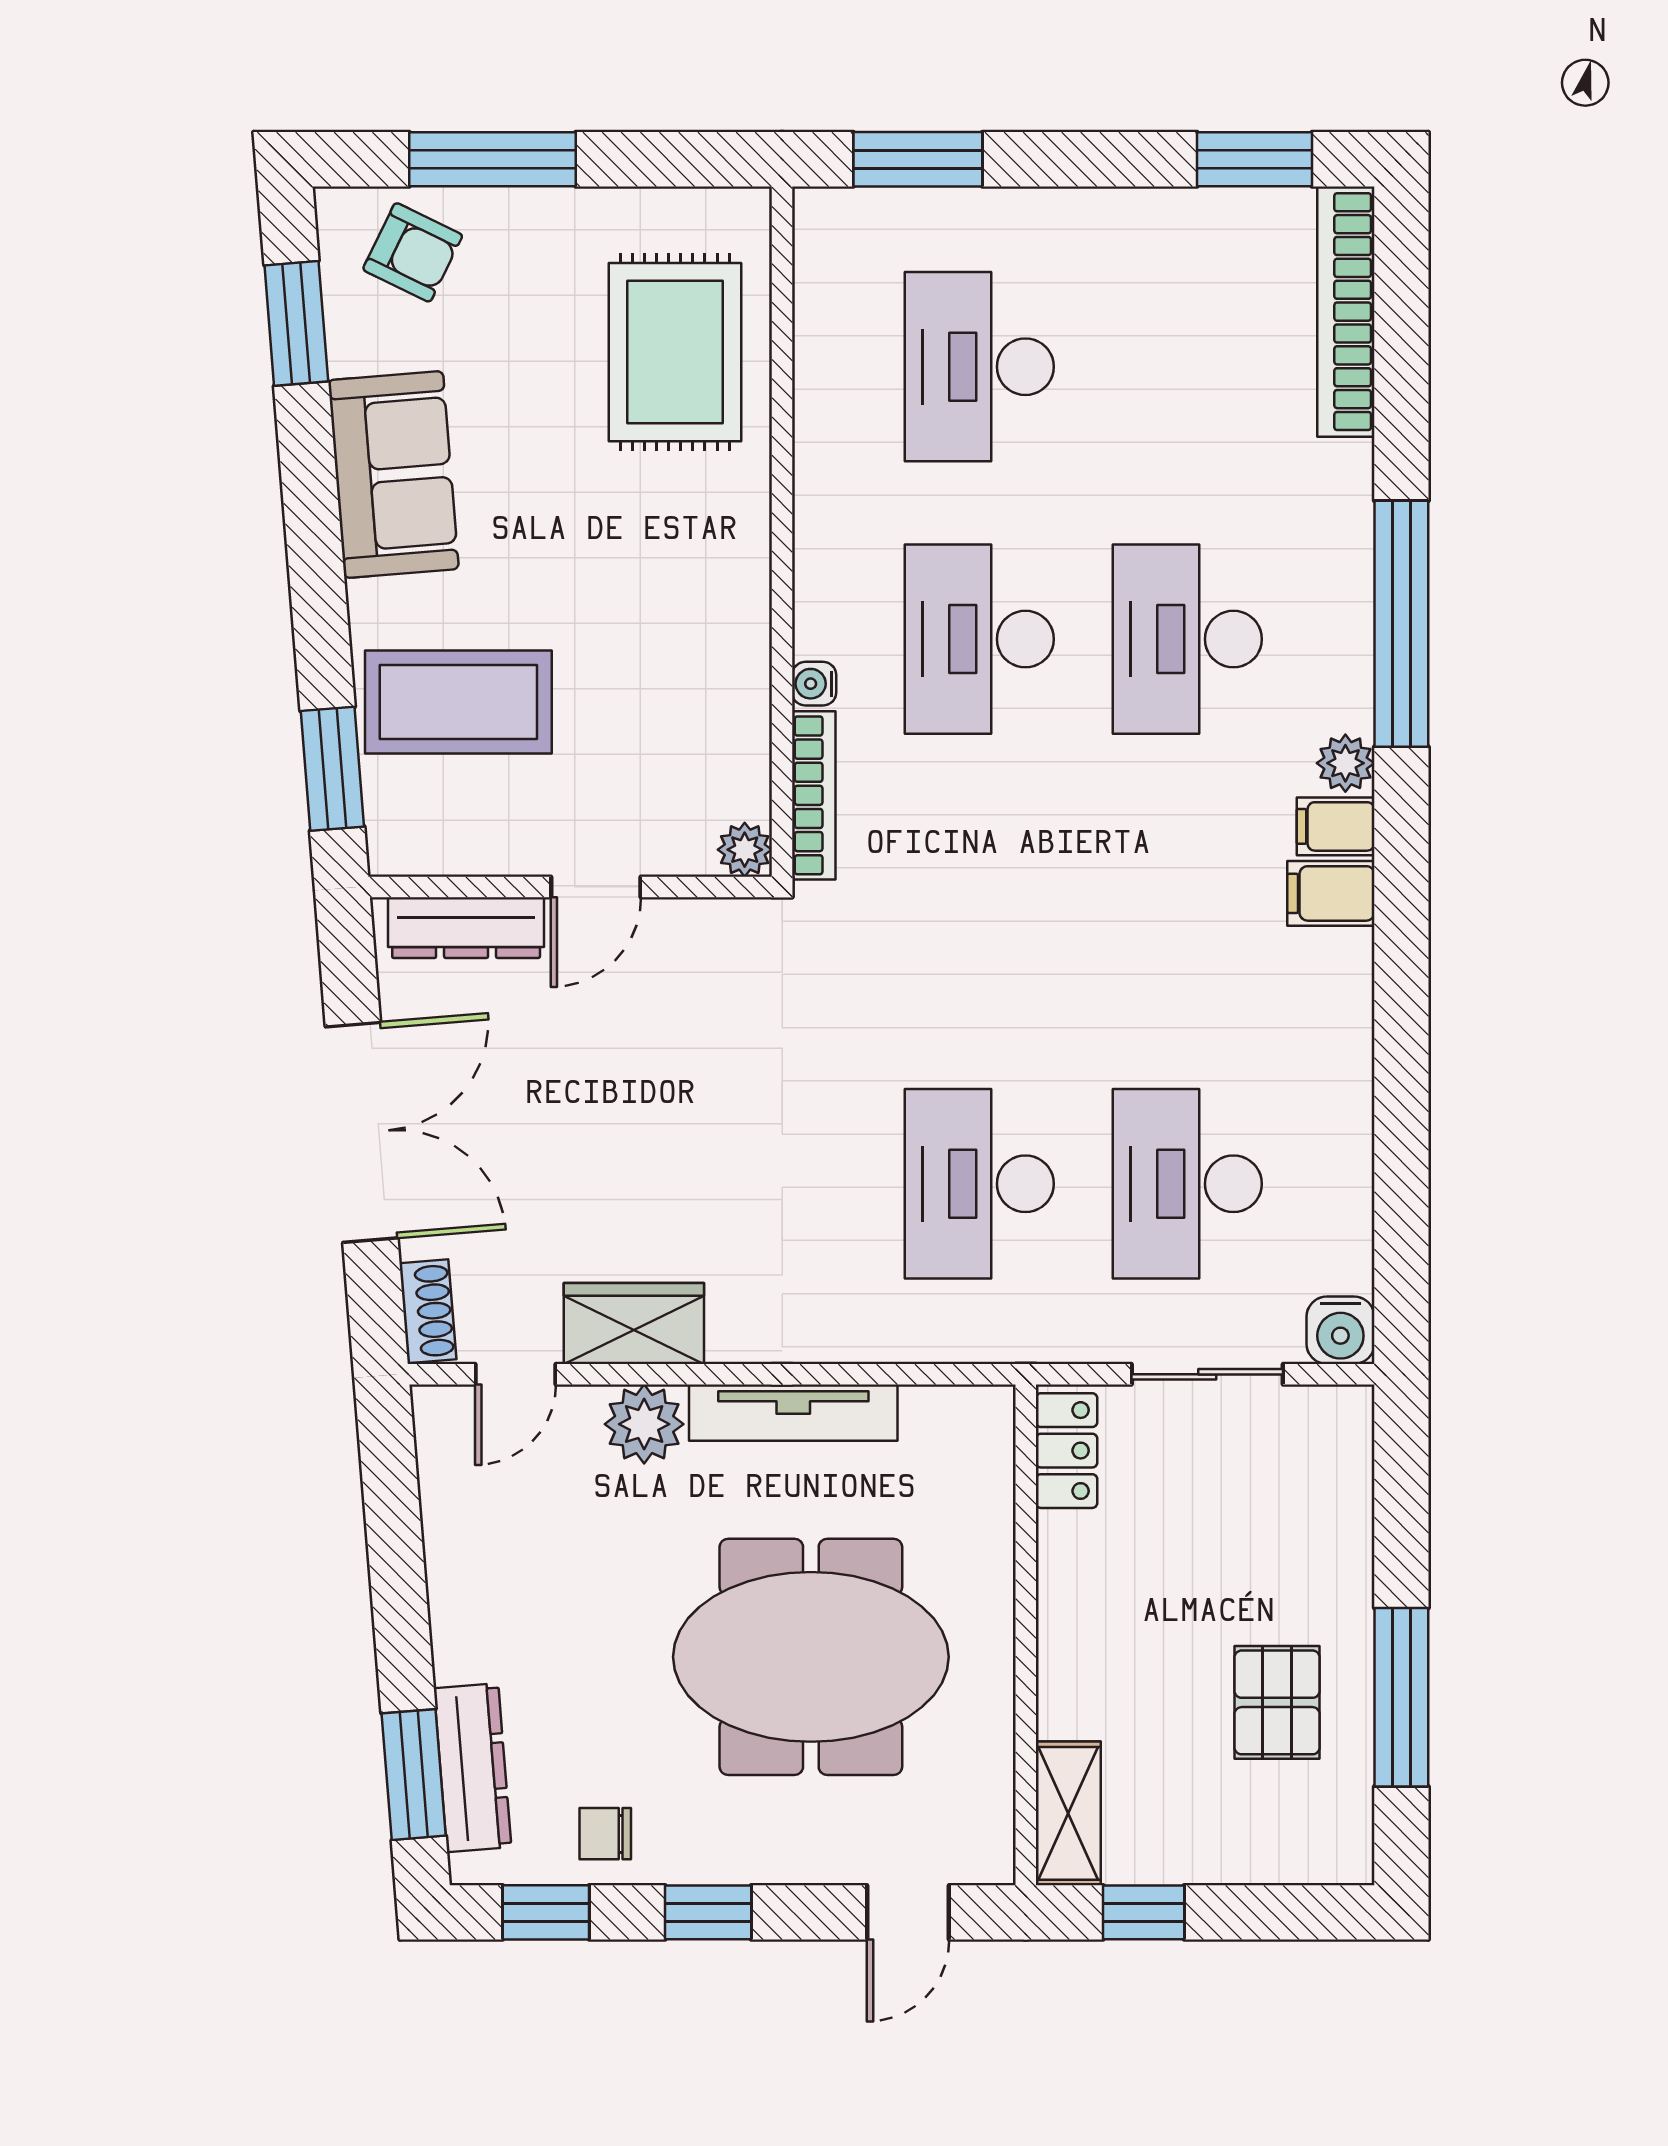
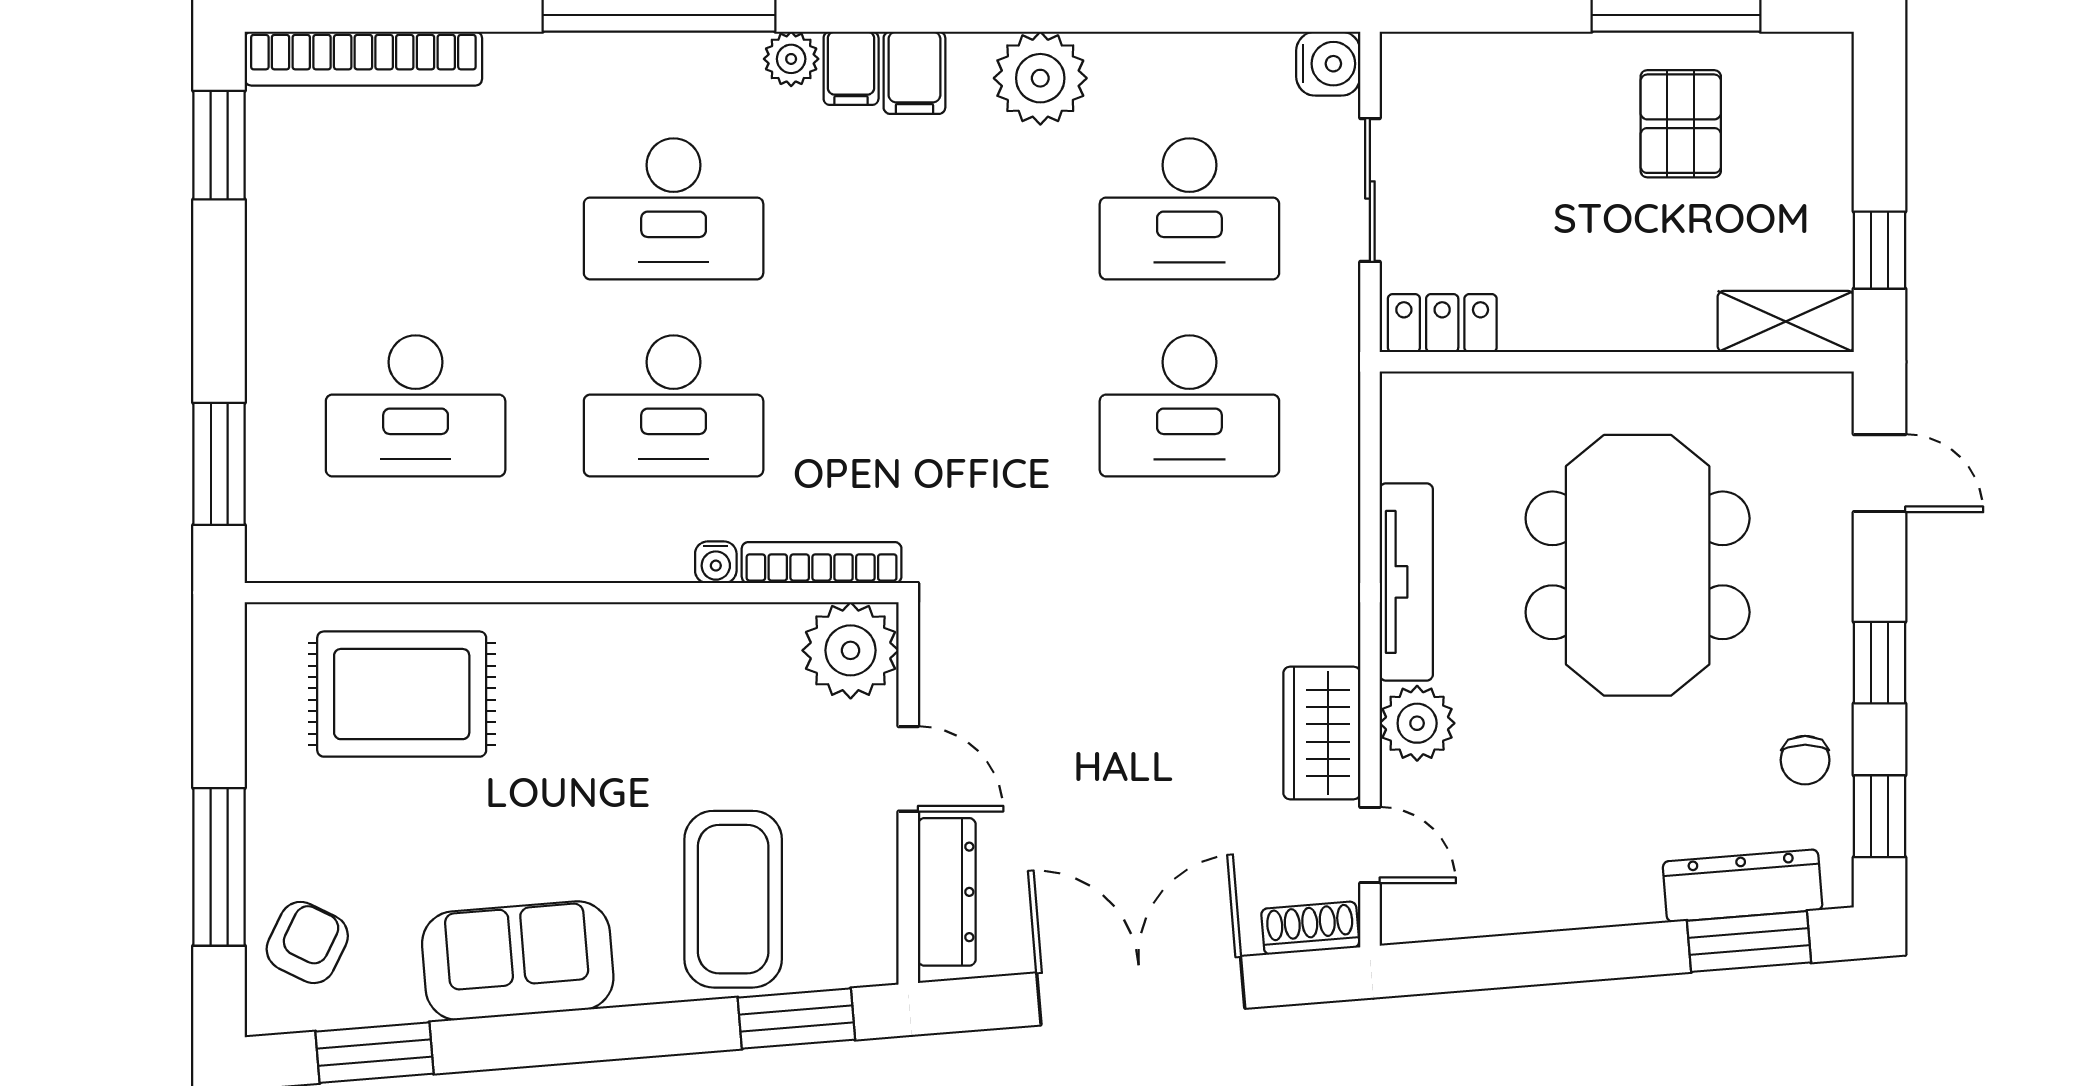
plant: (745, 850) -> (851, 650), width x1.87, depth x1.87
plant: (1325, 1026) -> (1040, 78), added
pallet: (1277, 1702) -> (1681, 124), turned 90

